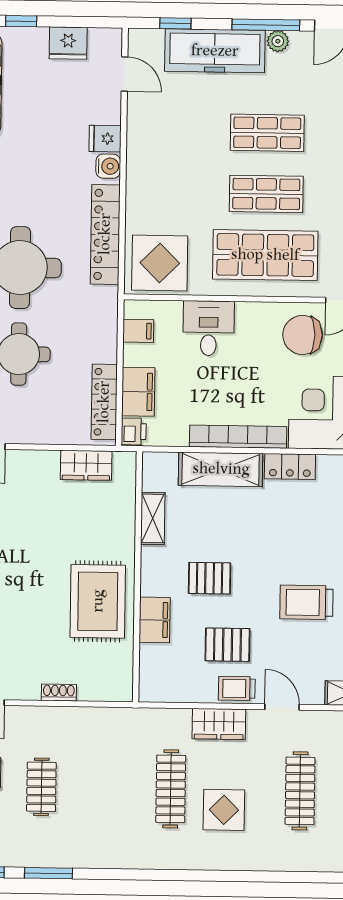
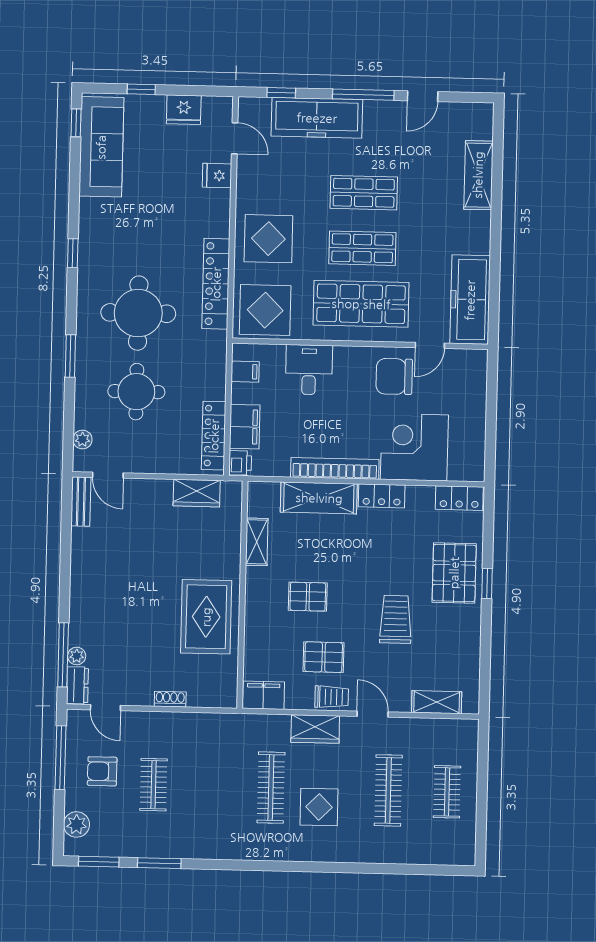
plant: (278, 41) -> (374, 110), removed
fridge: (105, 139) -> (217, 176), moved
water cooler: (108, 166) -> (219, 222), removed
display table: (163, 184) -> (268, 239), added
trolley: (306, 602) -> (396, 619), turned 90
filing cabinet: (155, 620) -> (263, 695), moved, turned -90
trolley: (237, 688) -> (332, 697), turned 180

